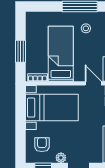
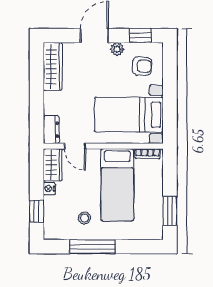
window: (20, 51) -> (170, 211), moved
armchair: (42, 145) -> (142, 66), turned -89

